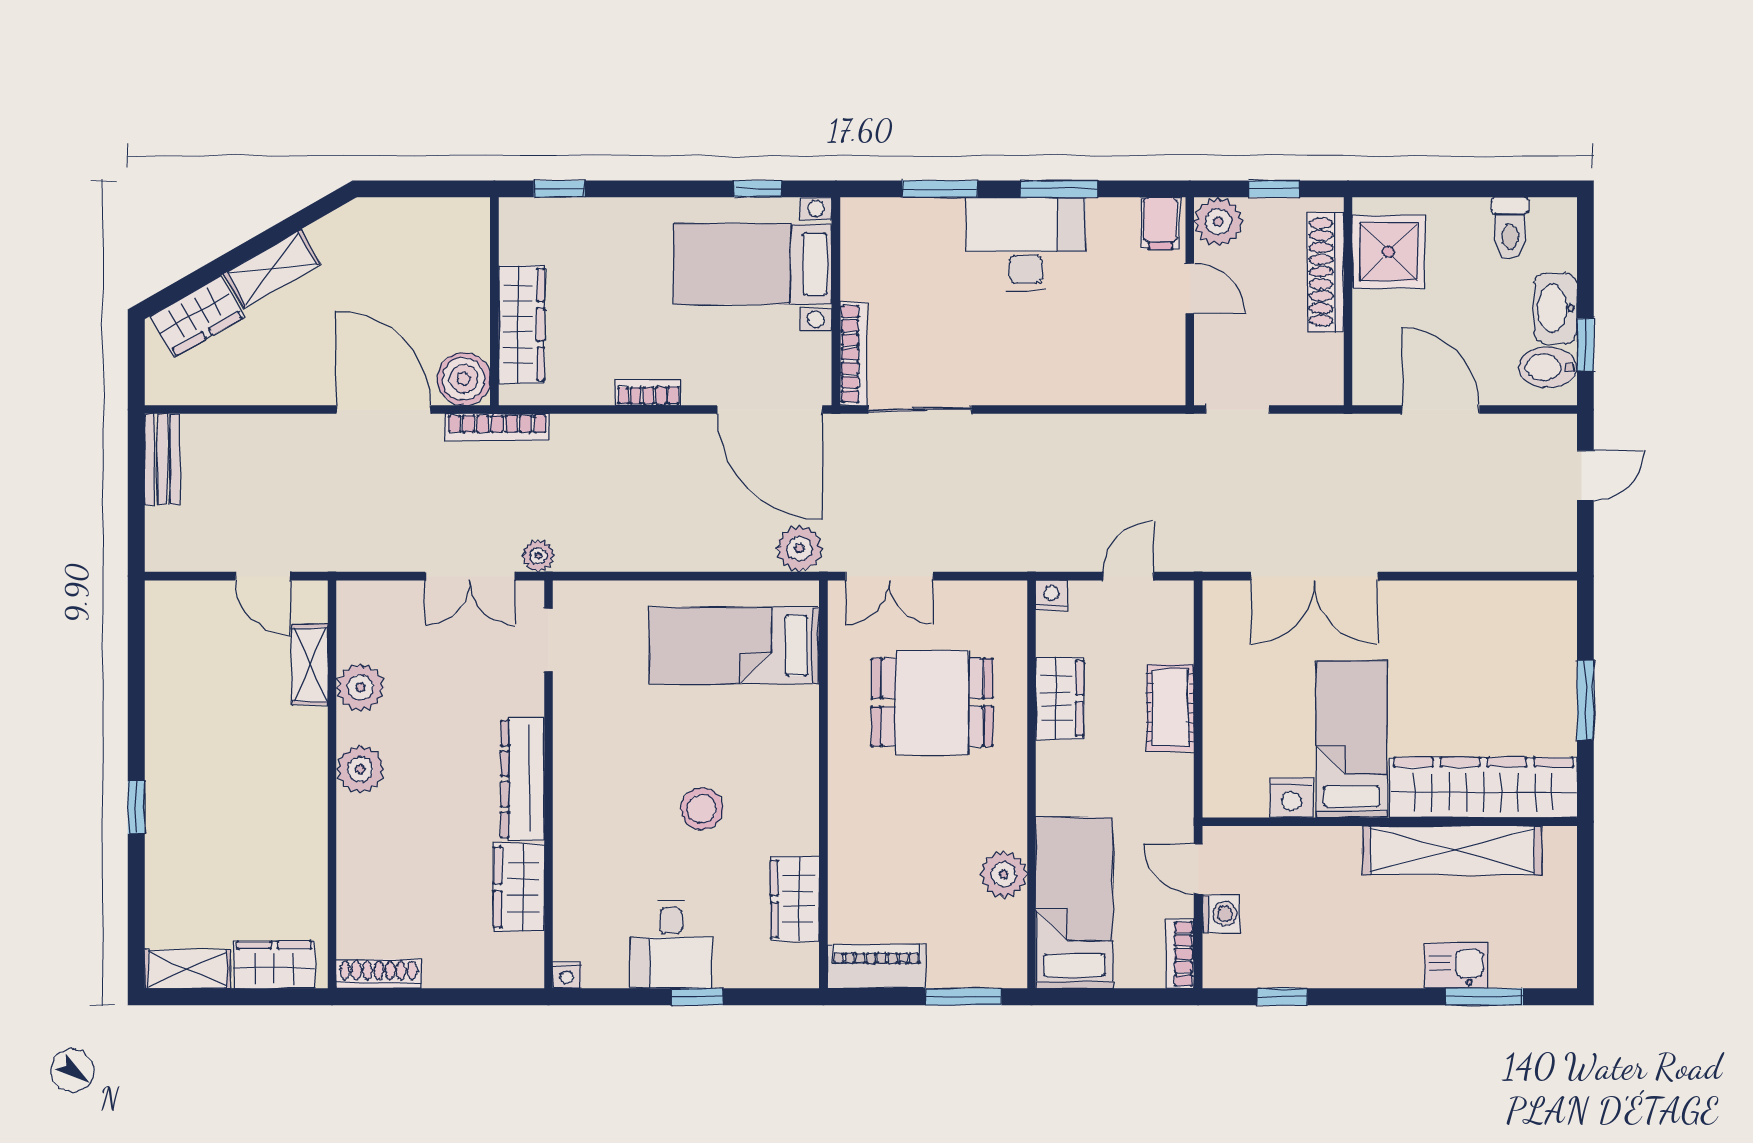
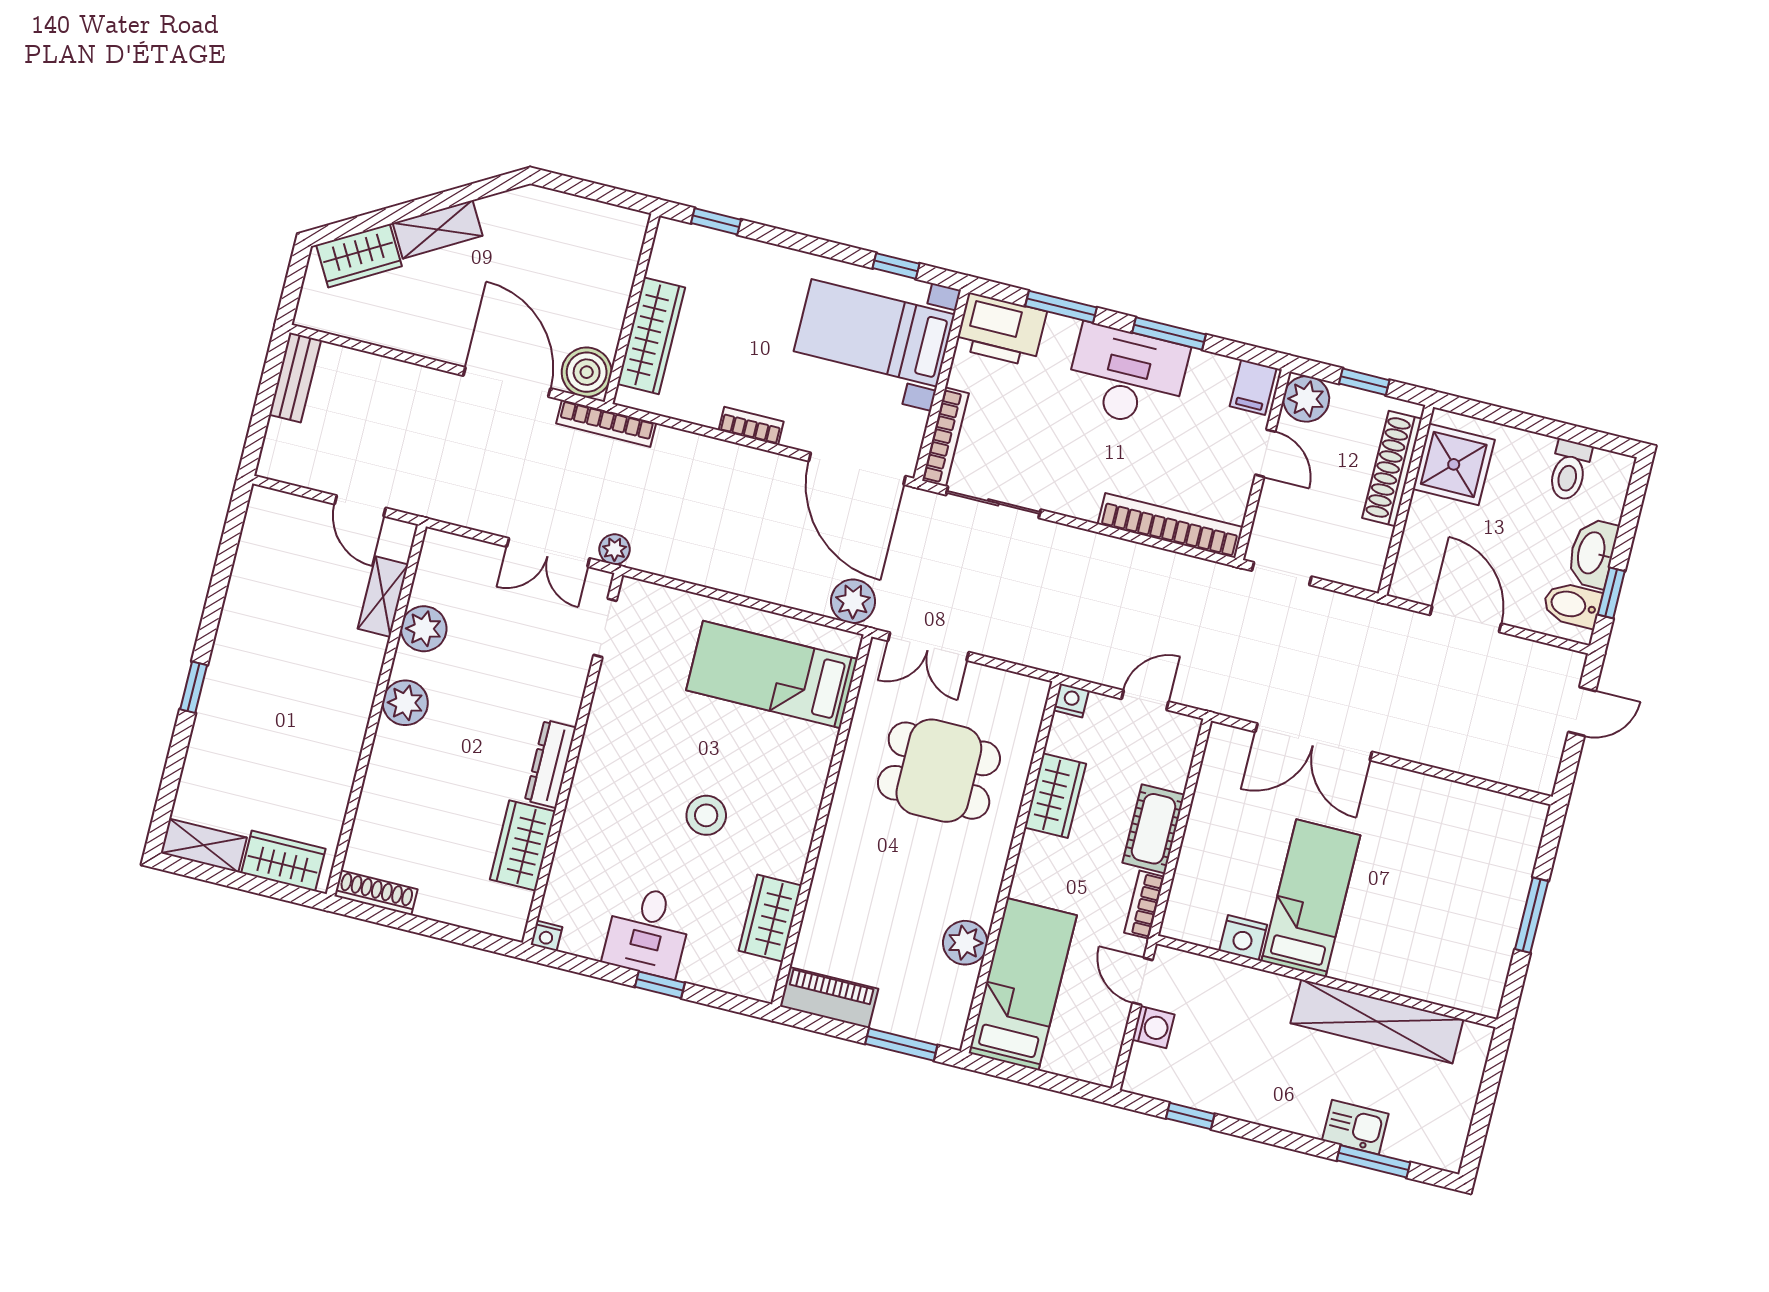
printer: (883, 228) -> (1001, 330), added
bookcase: (1110, 388) -> (1170, 526), added
dresser: (523, 779) -> (550, 764), width x0.73, depth x0.80
wardrobe: (1484, 787) -> (1420, 971), removed
bookcase: (1180, 954) -> (1144, 905), moved

